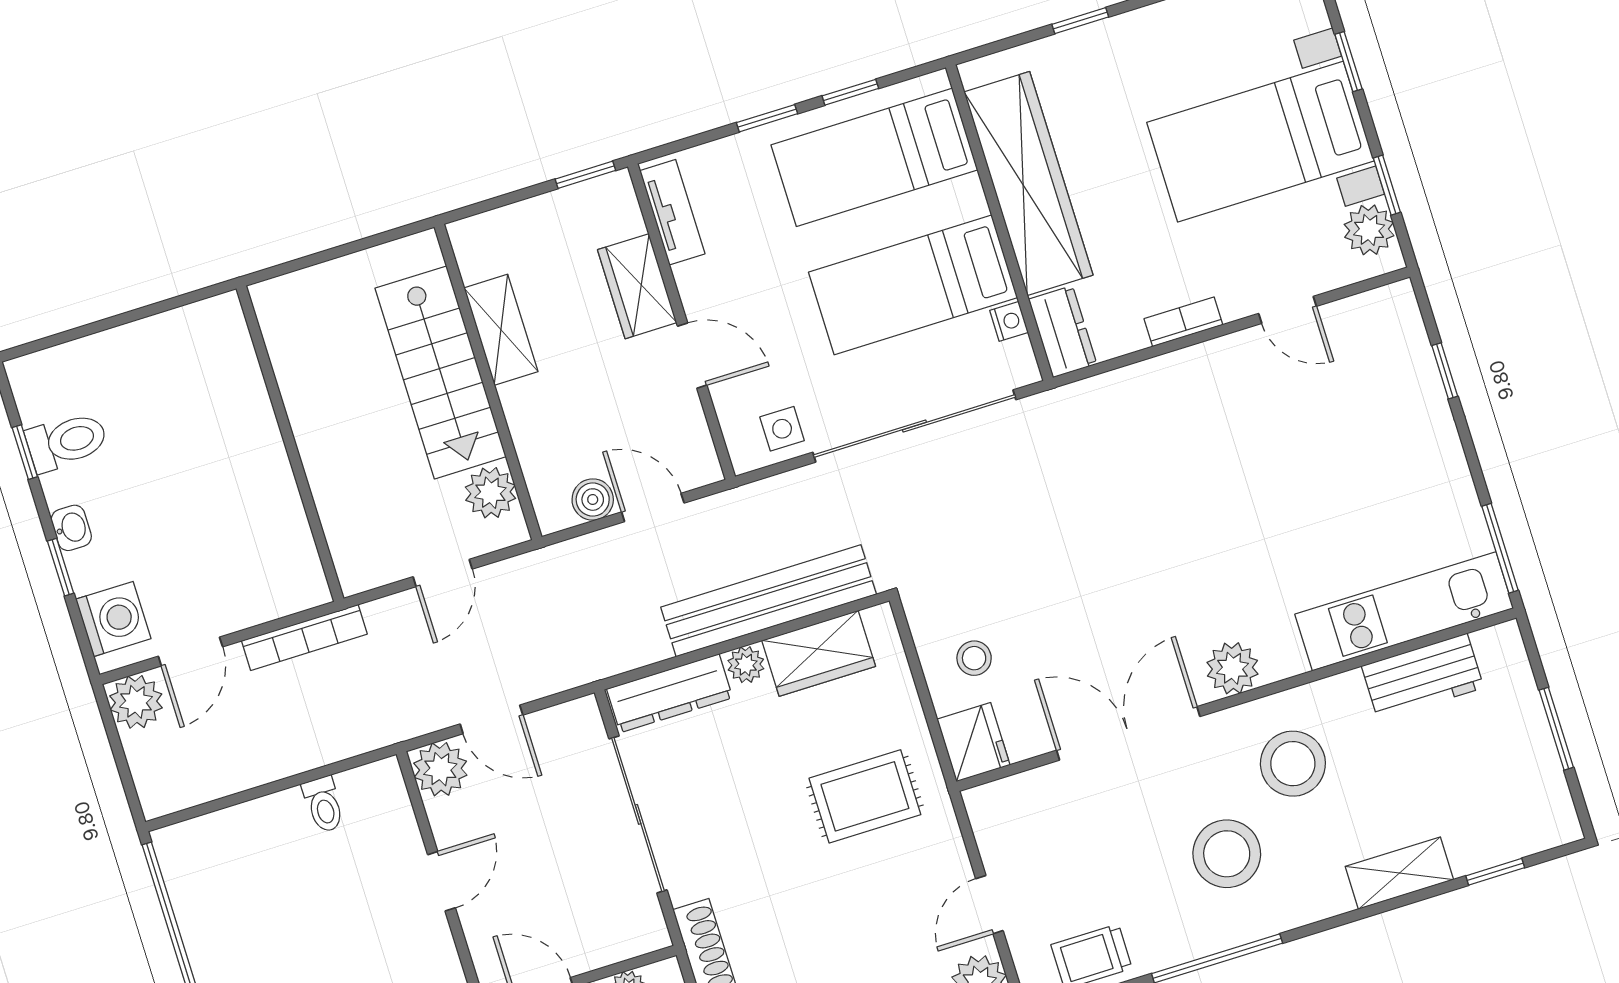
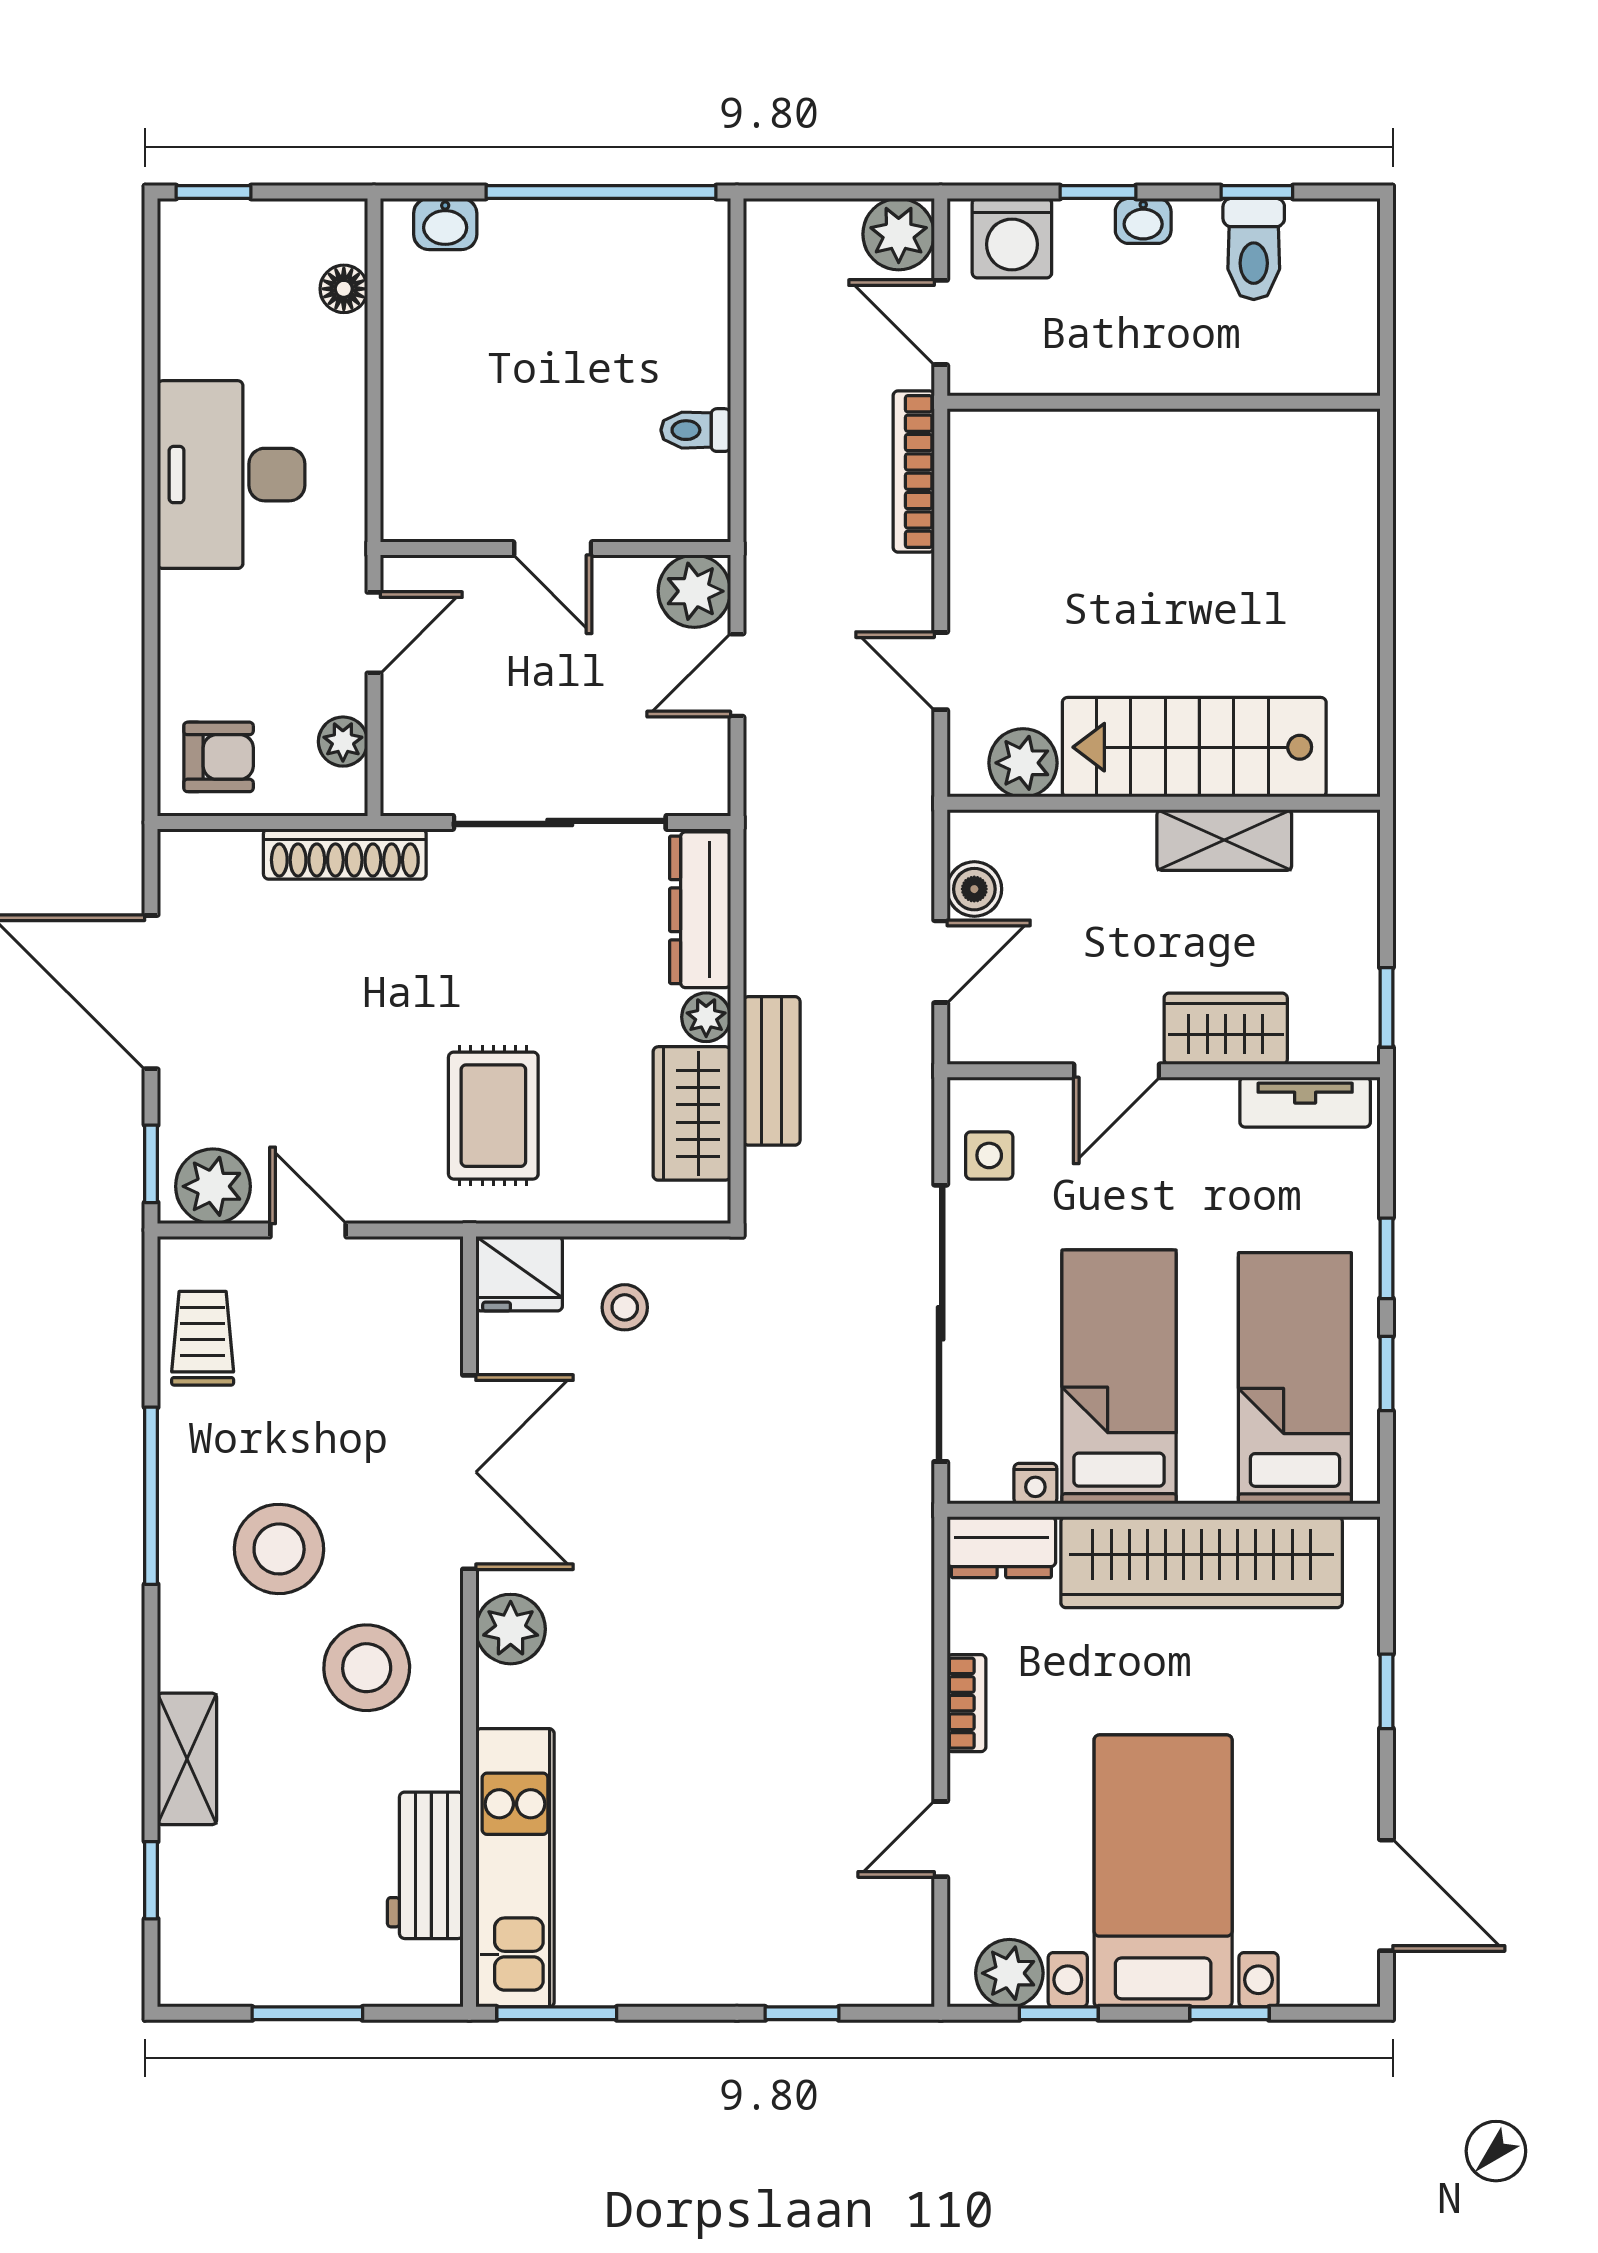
wall: (290, 444) -> (1164, 402), moved
bench: (769, 601) -> (772, 1071), width x0.54, depth x0.82

